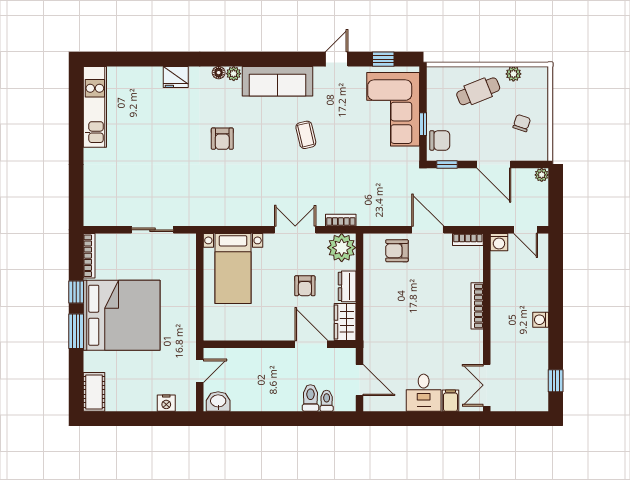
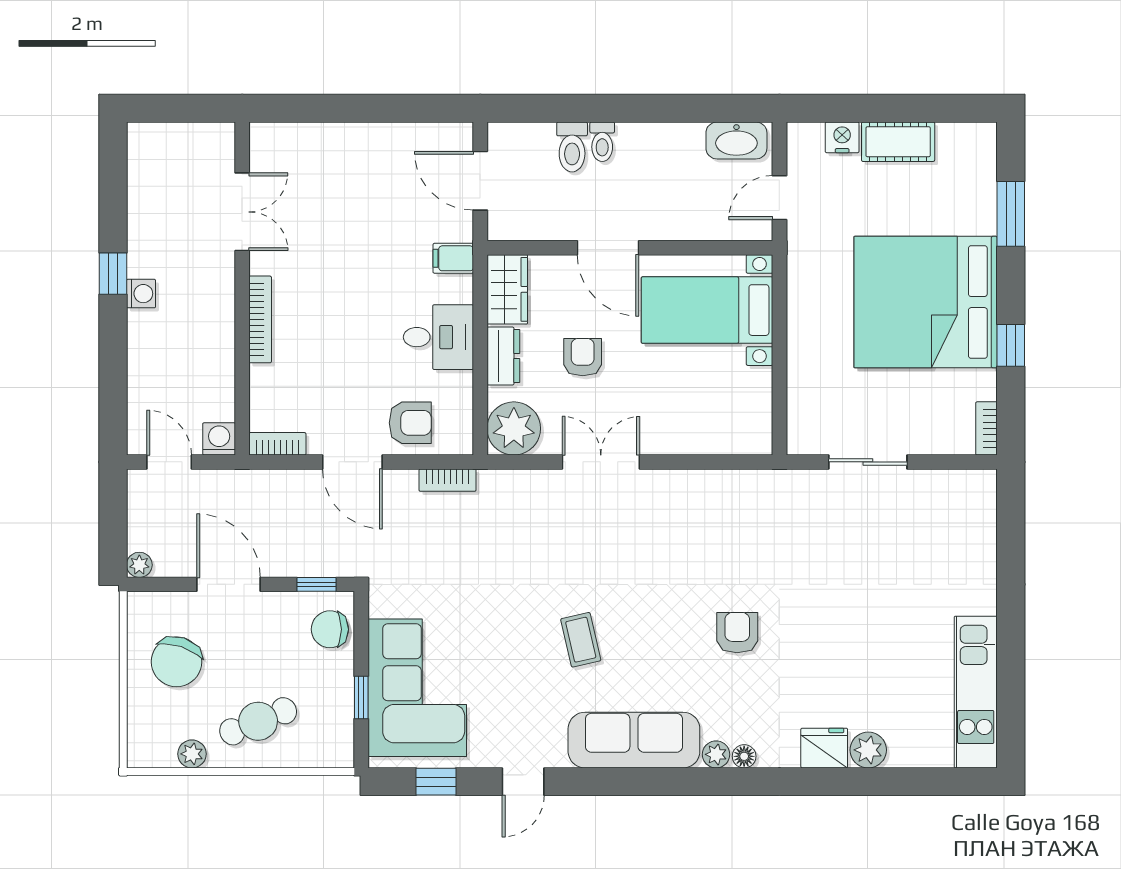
plant: (152, 76) -> (868, 750), added
chair: (522, 123) -> (177, 662), width x1.87, depth x1.87
window: (423, 124) -> (361, 697), moved
bookcase: (341, 220) -> (448, 480), moved
double door: (295, 230) -> (601, 462), swing flipped
bookcase: (89, 256) -> (986, 428), width x0.64
bed with nightstands: (233, 268) -> (707, 310), moved, turned -90
window: (76, 331) -> (1011, 214), moved
door: (311, 344) -> (608, 248), moved
window: (556, 381) -> (113, 274), moved
double door: (487, 385) -> (242, 212), moved
cot: (94, 392) -> (898, 142), moved, turned 90
desk: (424, 393) -> (438, 337), moved, turned 90
washbasin: (218, 401) -> (736, 140), width x1.38
toilet: (327, 401) -> (602, 142), moved
filing cabinet: (450, 401) -> (453, 258), moved, turned 90

